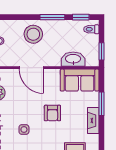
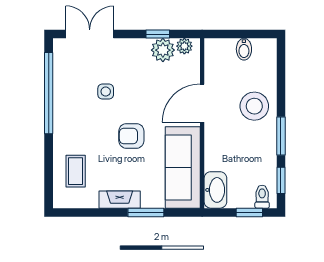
window: (101, 51) -> (249, 212), moved
washbasin: (73, 59) -> (215, 190), moved
sofa: (80, 80) -> (183, 167), width x1.36

